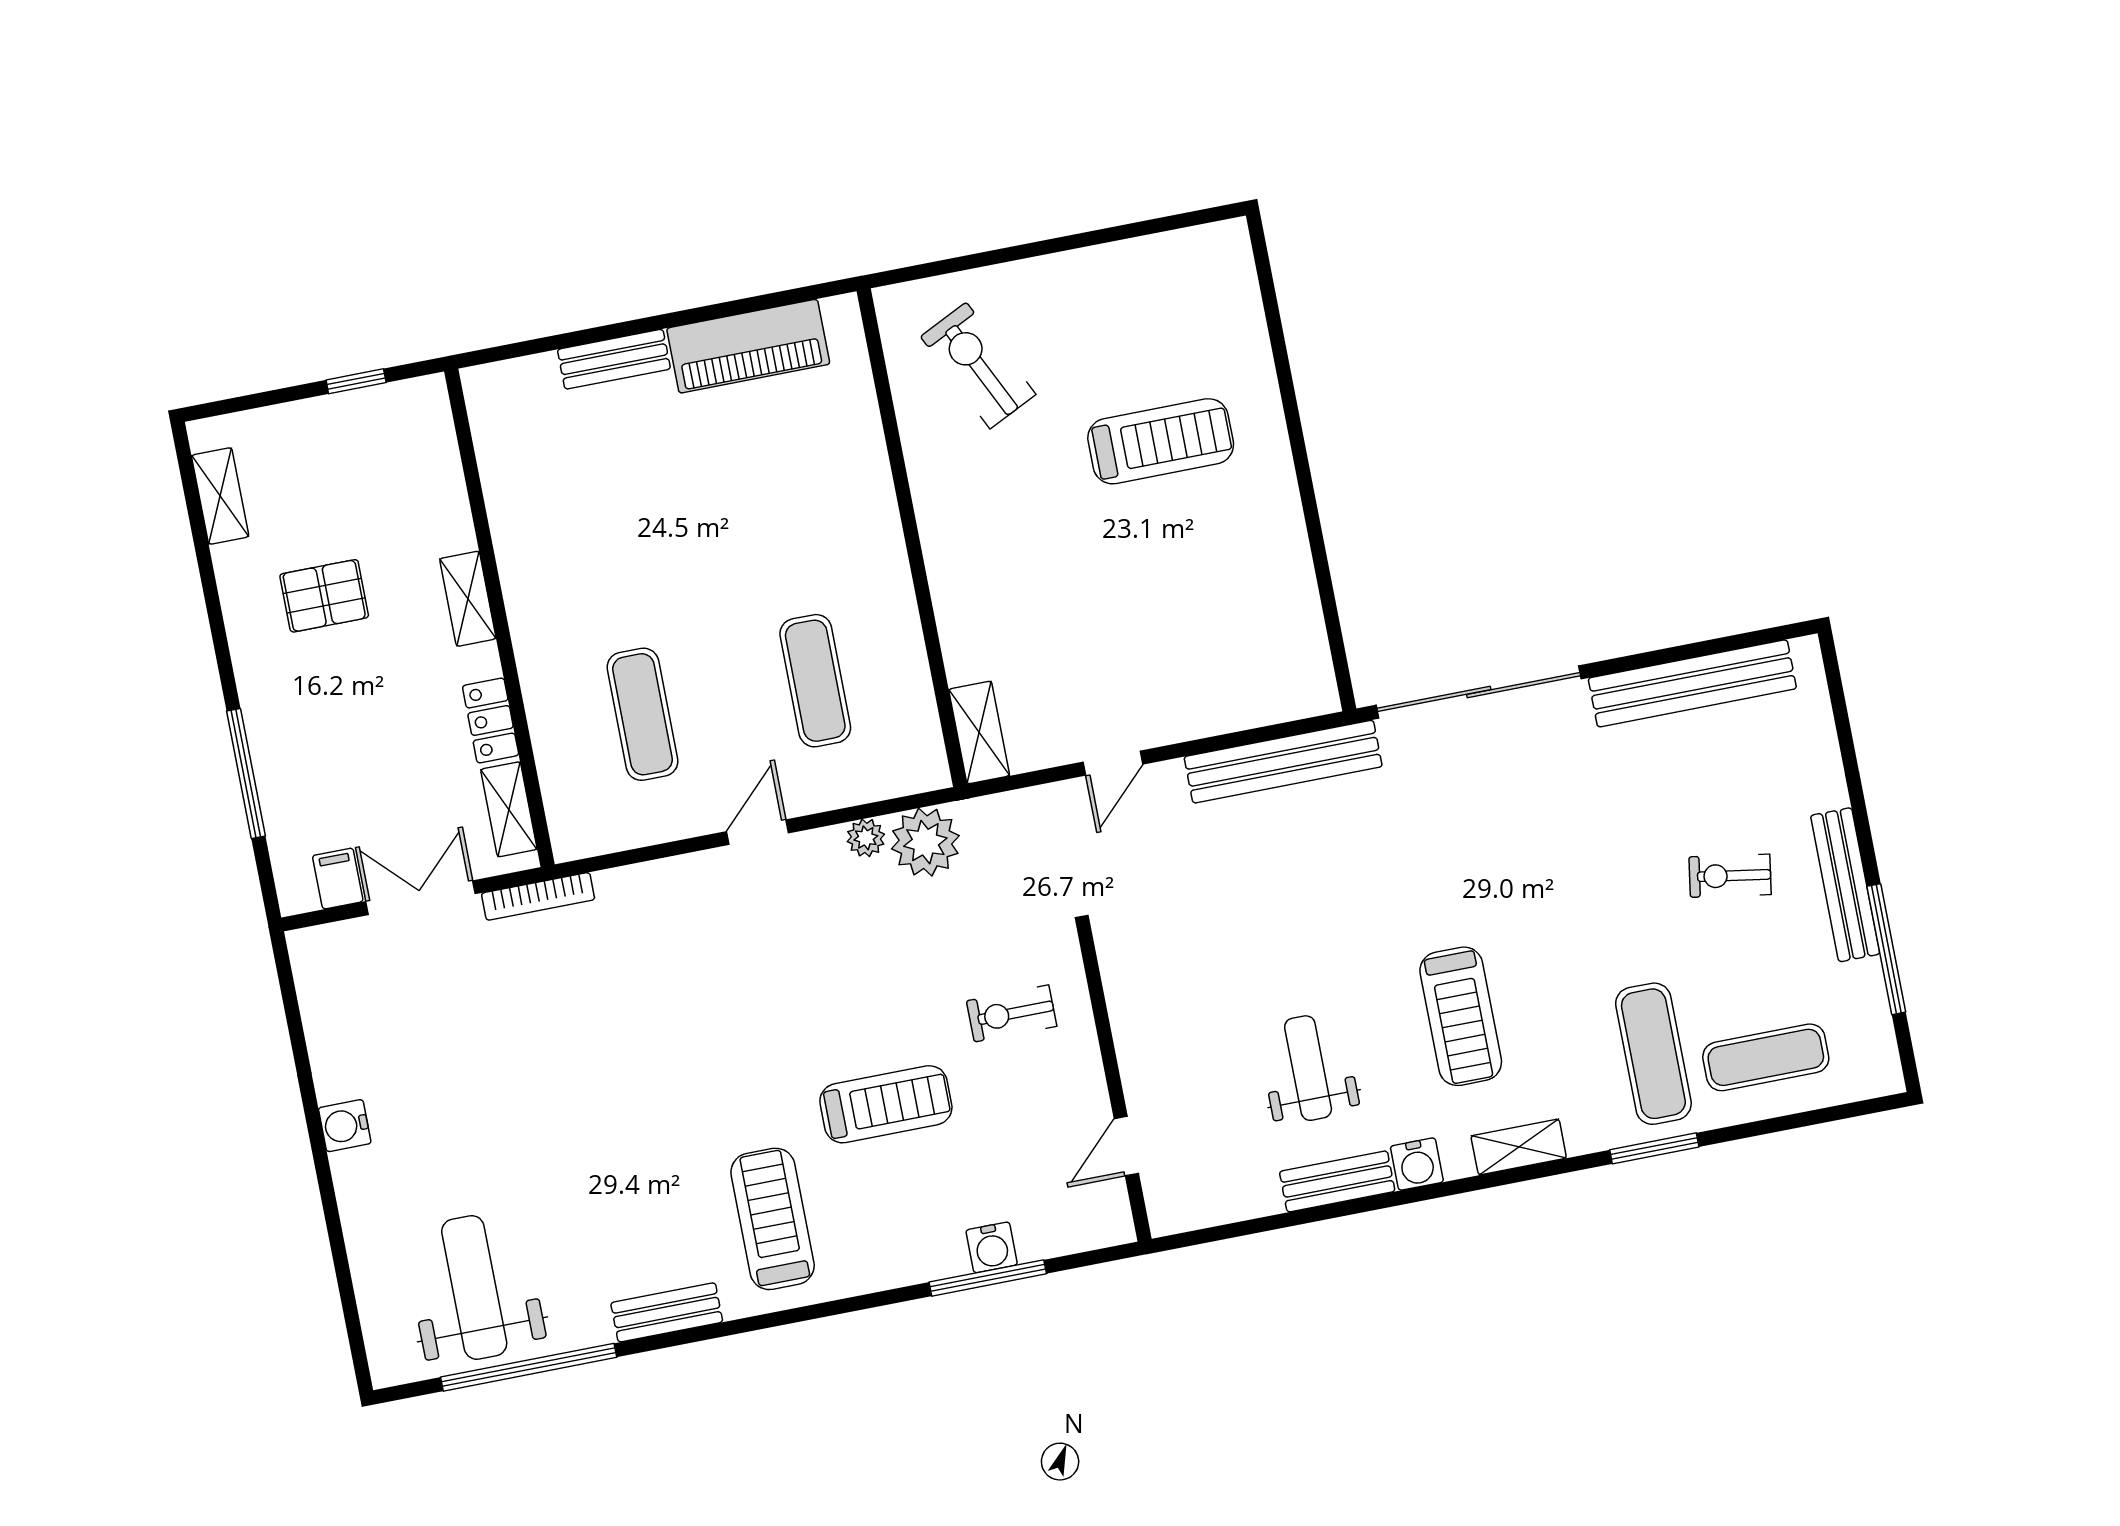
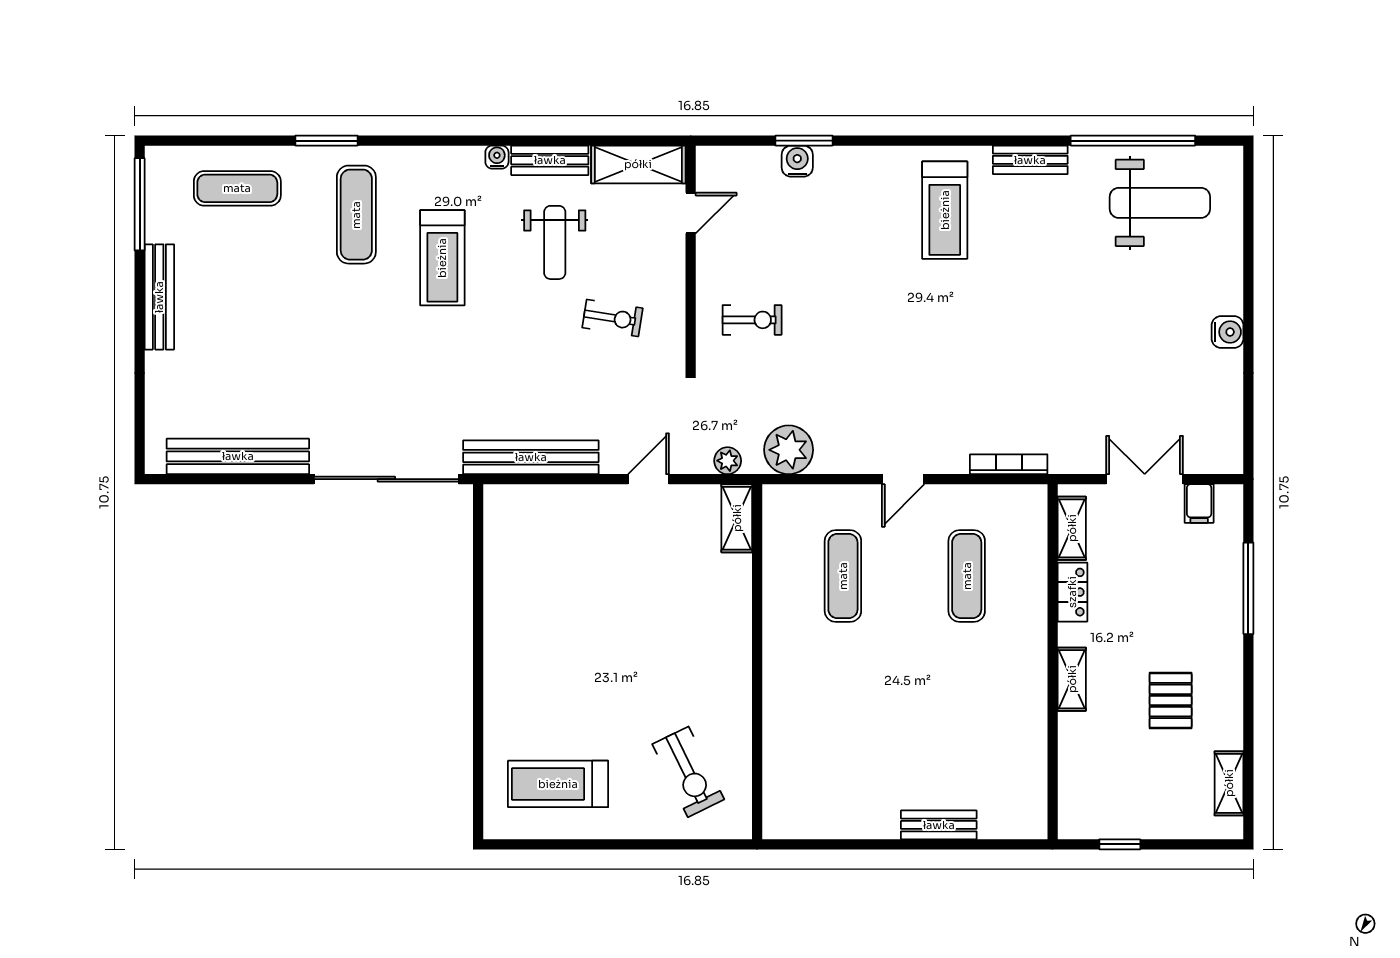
piano: (748, 346) -> (844, 816), removed
treadmill: (1161, 441) -> (558, 784), moved
pallet: (324, 596) -> (1171, 700), turned 90
plant: (866, 838) -> (728, 461), moved
exercise bike: (1730, 876) -> (612, 318), moved
bookcase: (538, 896) -> (1009, 464), moved
double door: (421, 898) -> (1145, 479), swing flipped
window: (1886, 949) -> (140, 204), moved
treadmill: (1461, 1016) -> (442, 258), turned 180
exercise mat: (1653, 1054) -> (356, 215), moved
treadmill: (886, 1104) -> (851, 274), removed
shelving: (1519, 1147) -> (638, 164), moved, width x1.50, depth x1.33
water cooler: (1417, 1164) -> (497, 157), width x0.72, depth x0.72
window: (988, 1278) -> (804, 141), width x0.69
weight bench: (474, 1287) -> (1160, 203), turned -90

